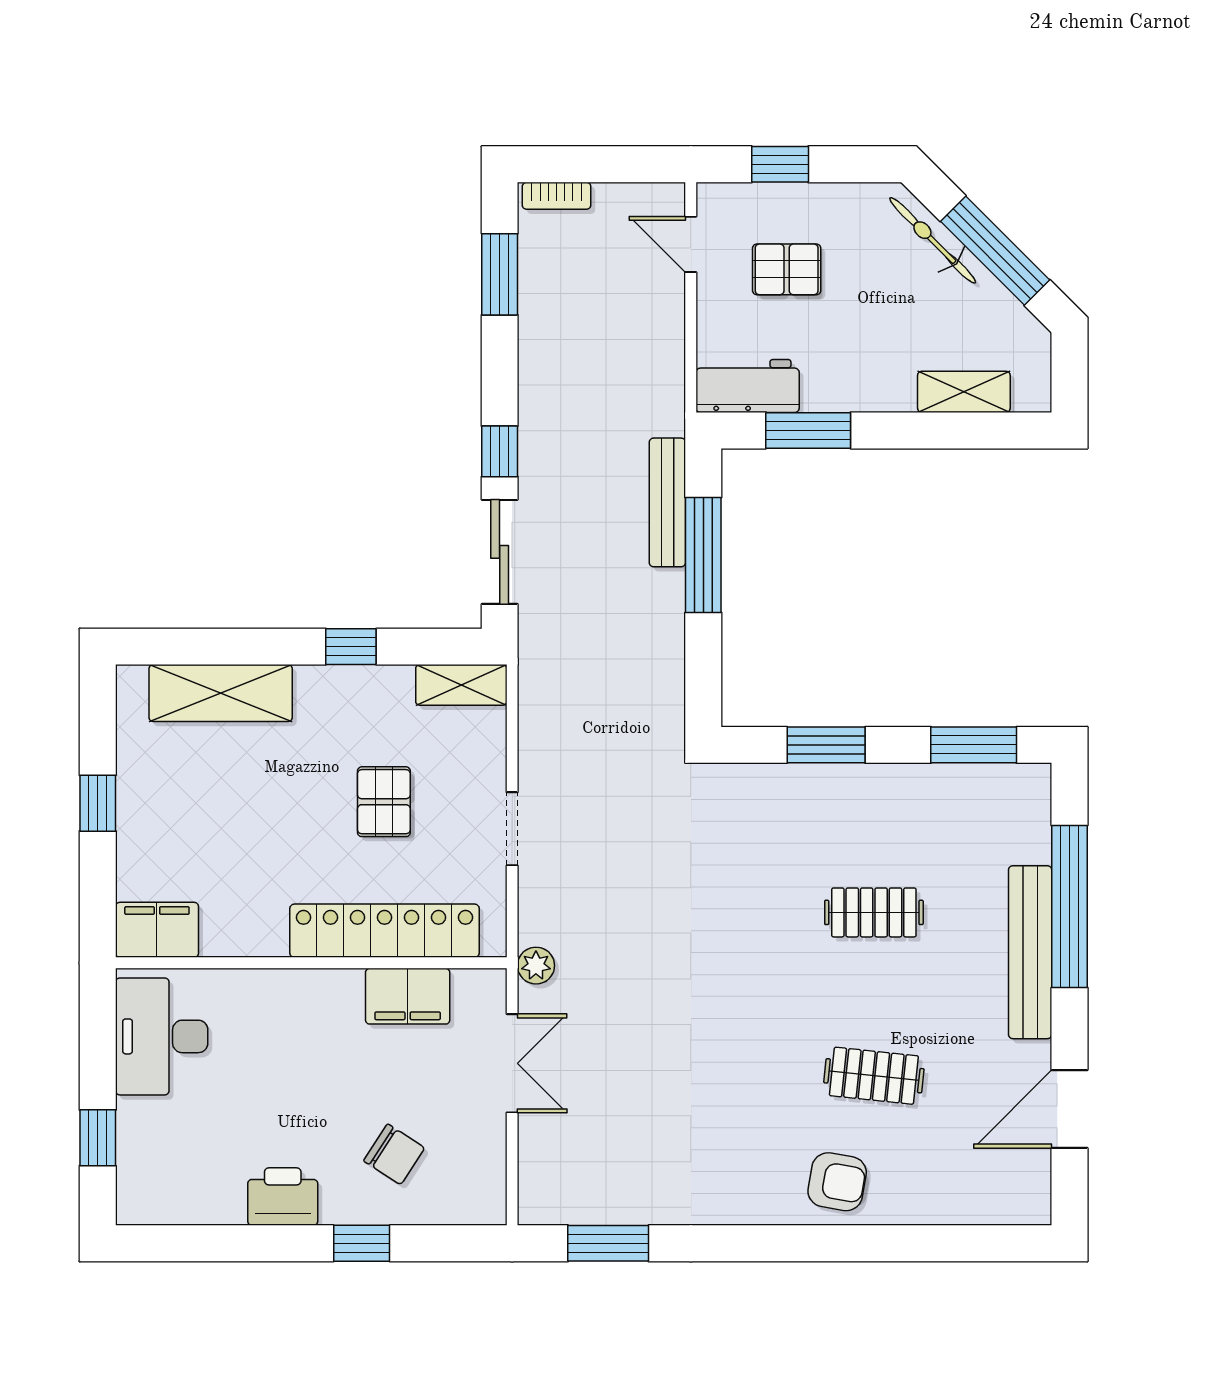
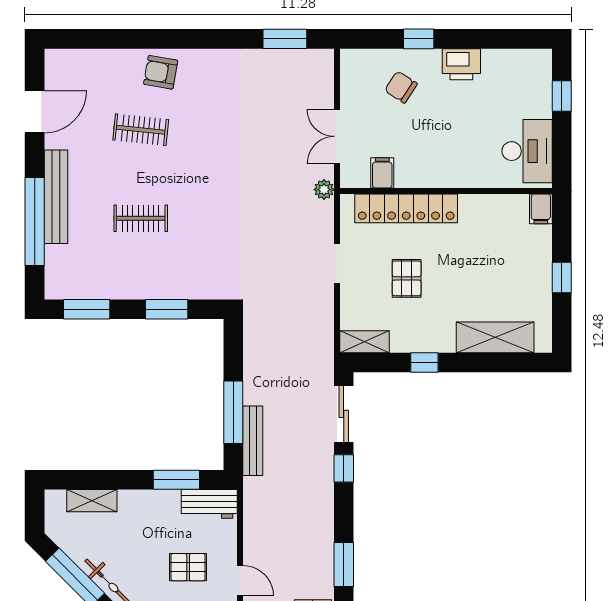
filing cabinet: (157, 930) -> (541, 209), width x0.50
filing cabinet: (408, 996) -> (382, 173), width x0.50

